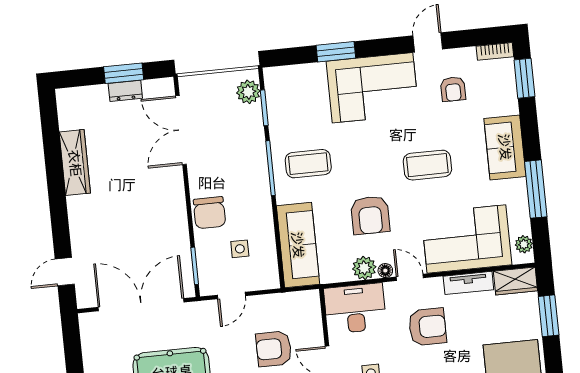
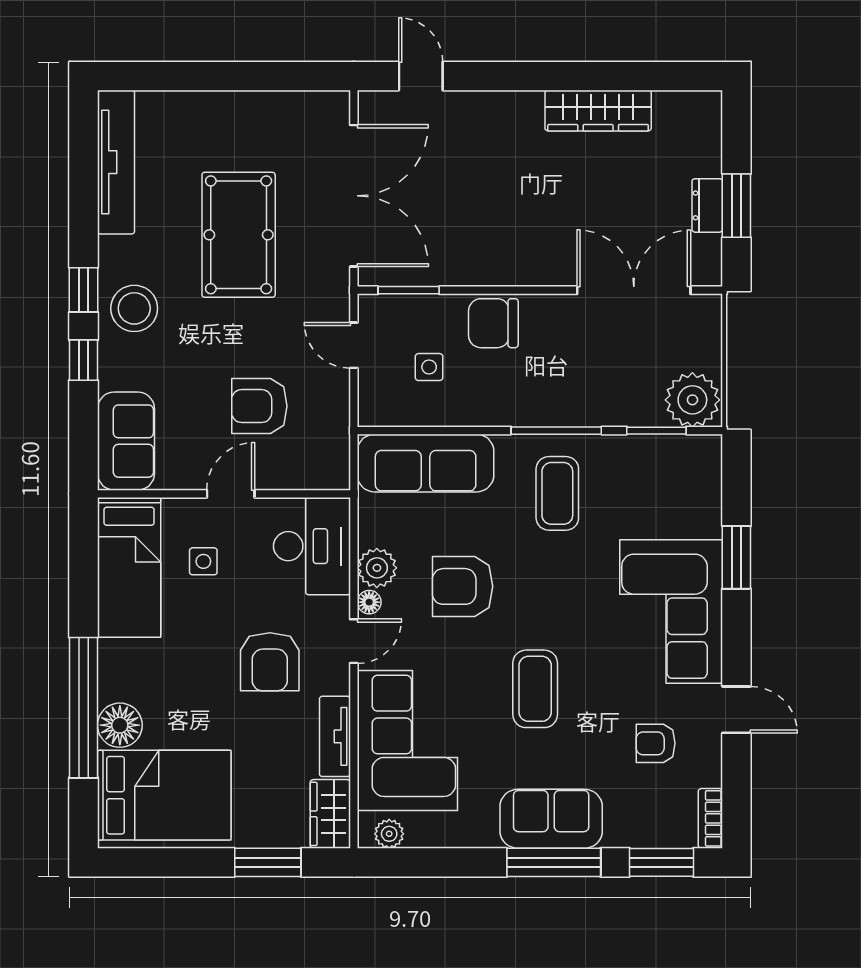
plant: (248, 92) -> (692, 400), width x1.36, depth x1.36
window: (536, 189) -> (554, 862), moved
armchair: (274, 349) -> (259, 406), turned -90

